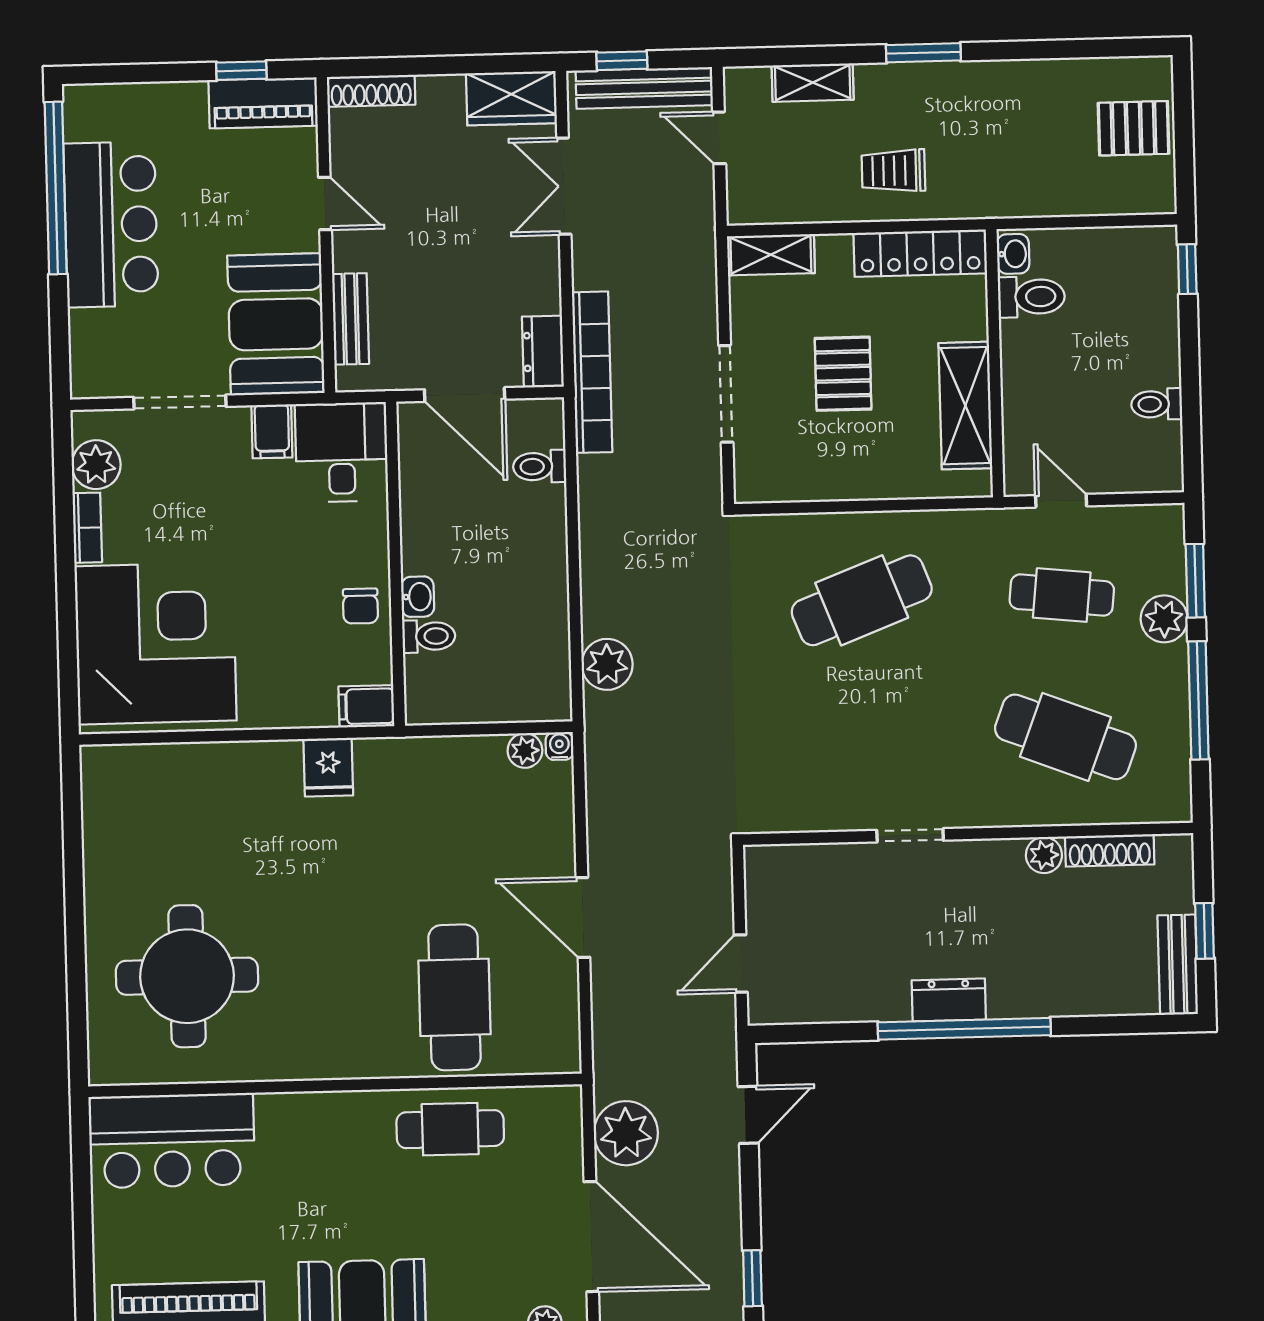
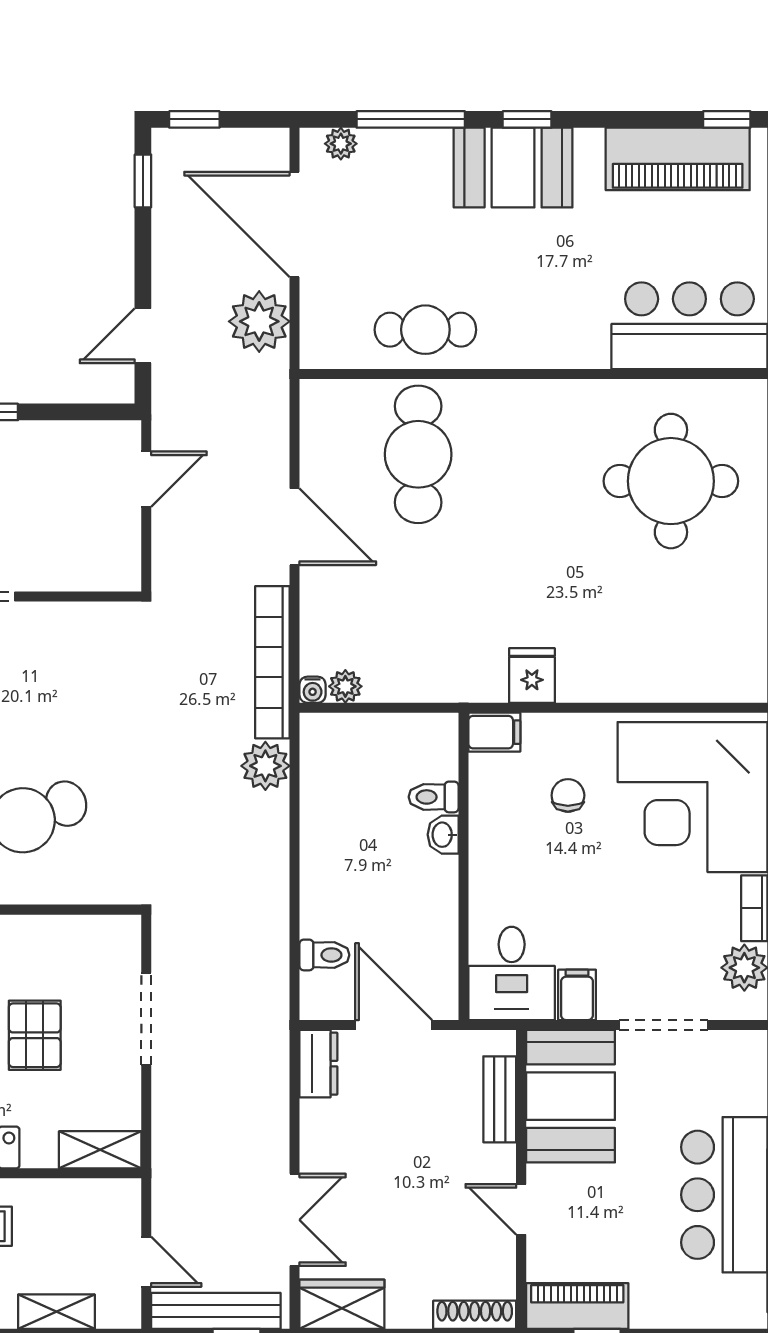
bookcase: (592, 372) -> (272, 662), moved
chair: (360, 606) -> (568, 795), moved

